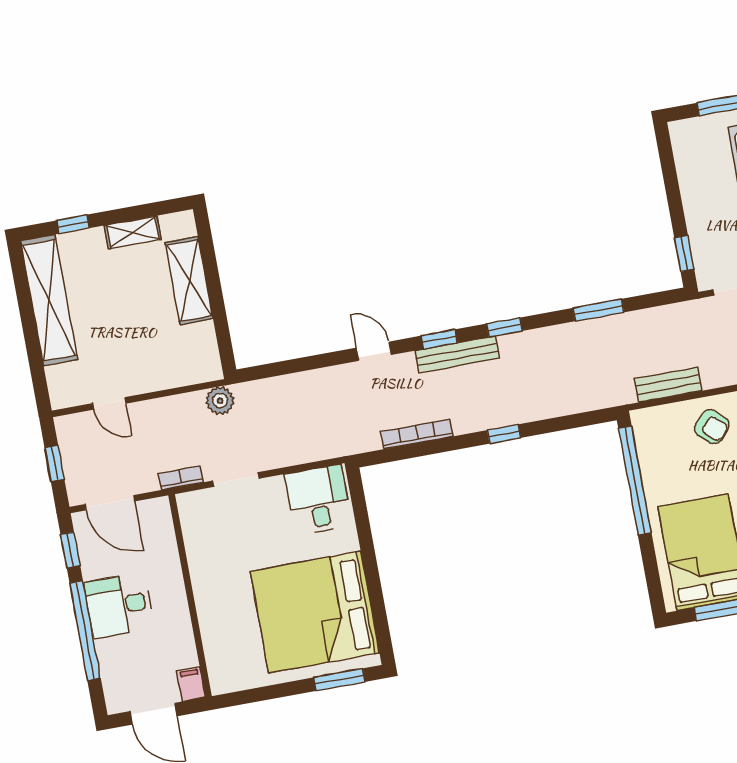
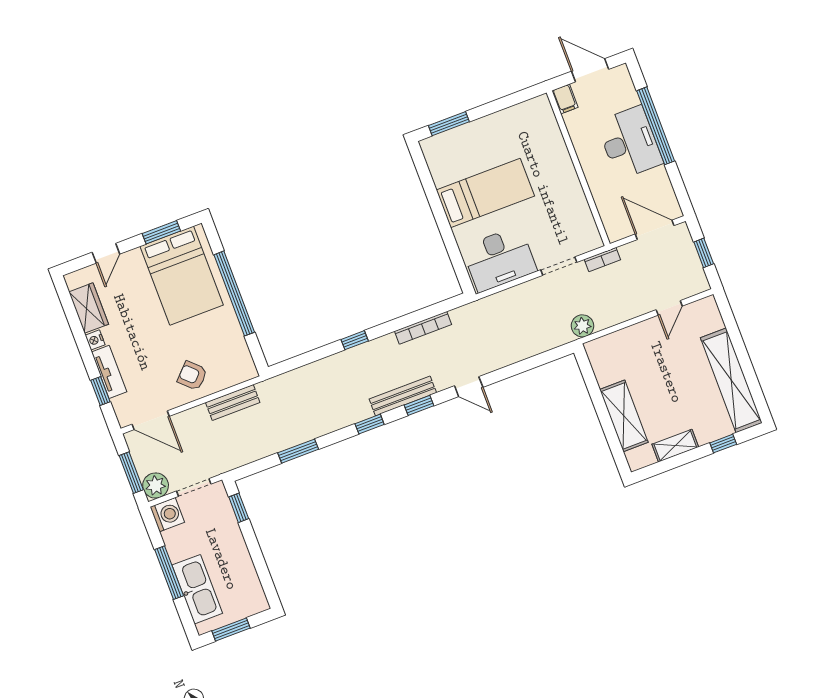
door: (109, 403) -> (669, 308), swing flipped
window: (635, 480) -> (234, 293), moved
desk: (318, 500) -> (499, 259), width x1.37
window: (70, 550) -> (679, 187), removed
desk: (119, 605) -> (630, 143), width x1.37
bed: (315, 612) -> (485, 193), width x0.49

